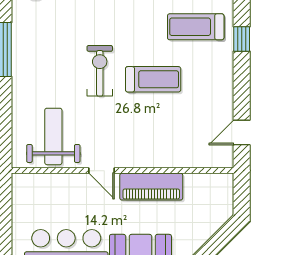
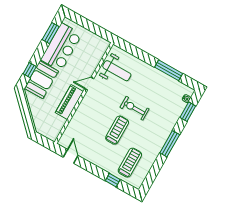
exercise bike: (100, 71) -> (135, 108), turned 180
treadmill: (153, 79) -> (117, 130), turned 180

